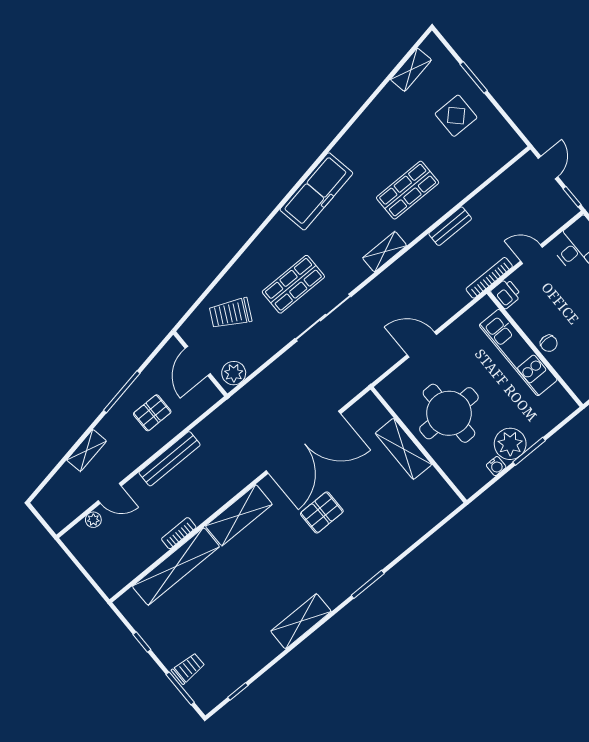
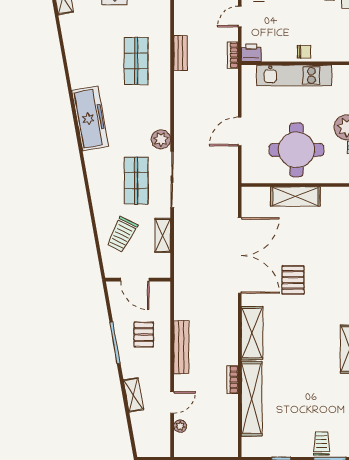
shelving: (385, 252) -> (163, 235), moved
bookcase: (489, 278) -> (233, 55), width x0.64
plant: (234, 373) -> (161, 139), moved

